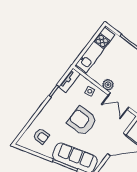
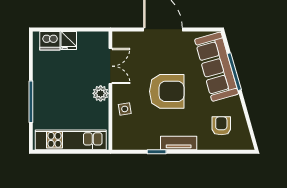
tv unit: (69, 80) -> (179, 143), moved
armchair: (82, 121) -> (167, 91), turned -90

